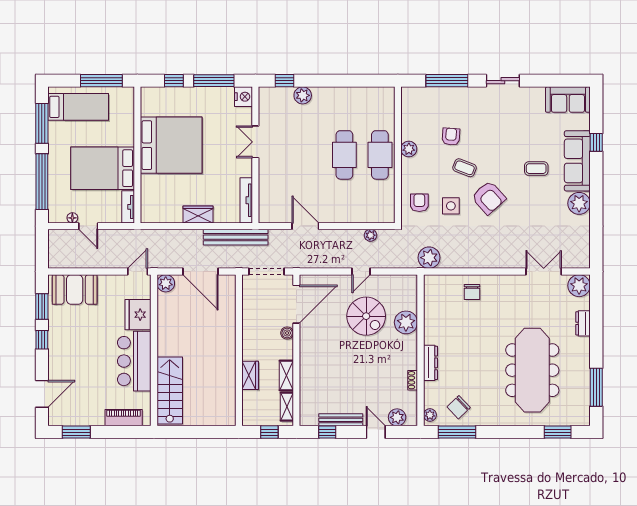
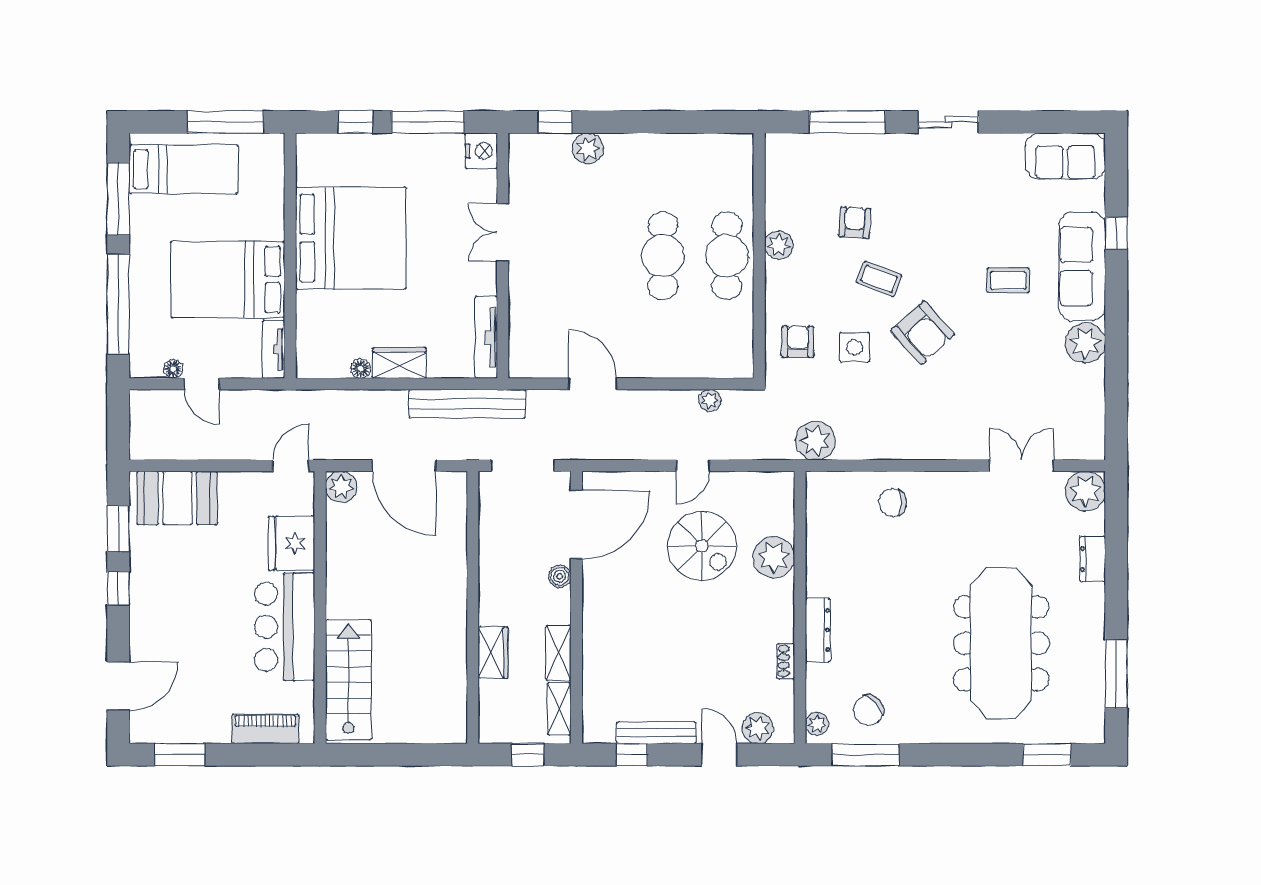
floor lamp: (177, 218) -> (361, 369), added
chair: (472, 292) -> (893, 503), turned 90

